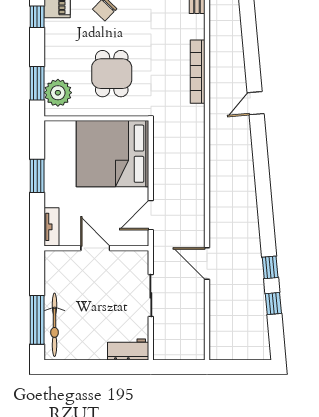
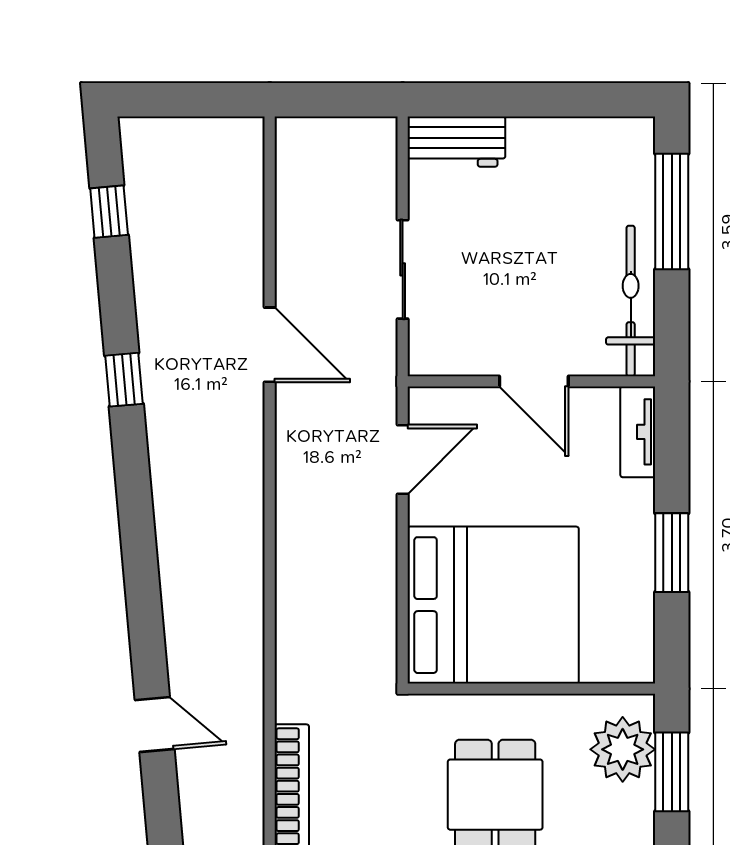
door: (256, 103) -> (155, 724), hinge flipped
window: (270, 267) -> (124, 380), moved
window: (273, 304) -> (109, 212), moved
bicycle: (55, 325) -> (631, 301), moved

